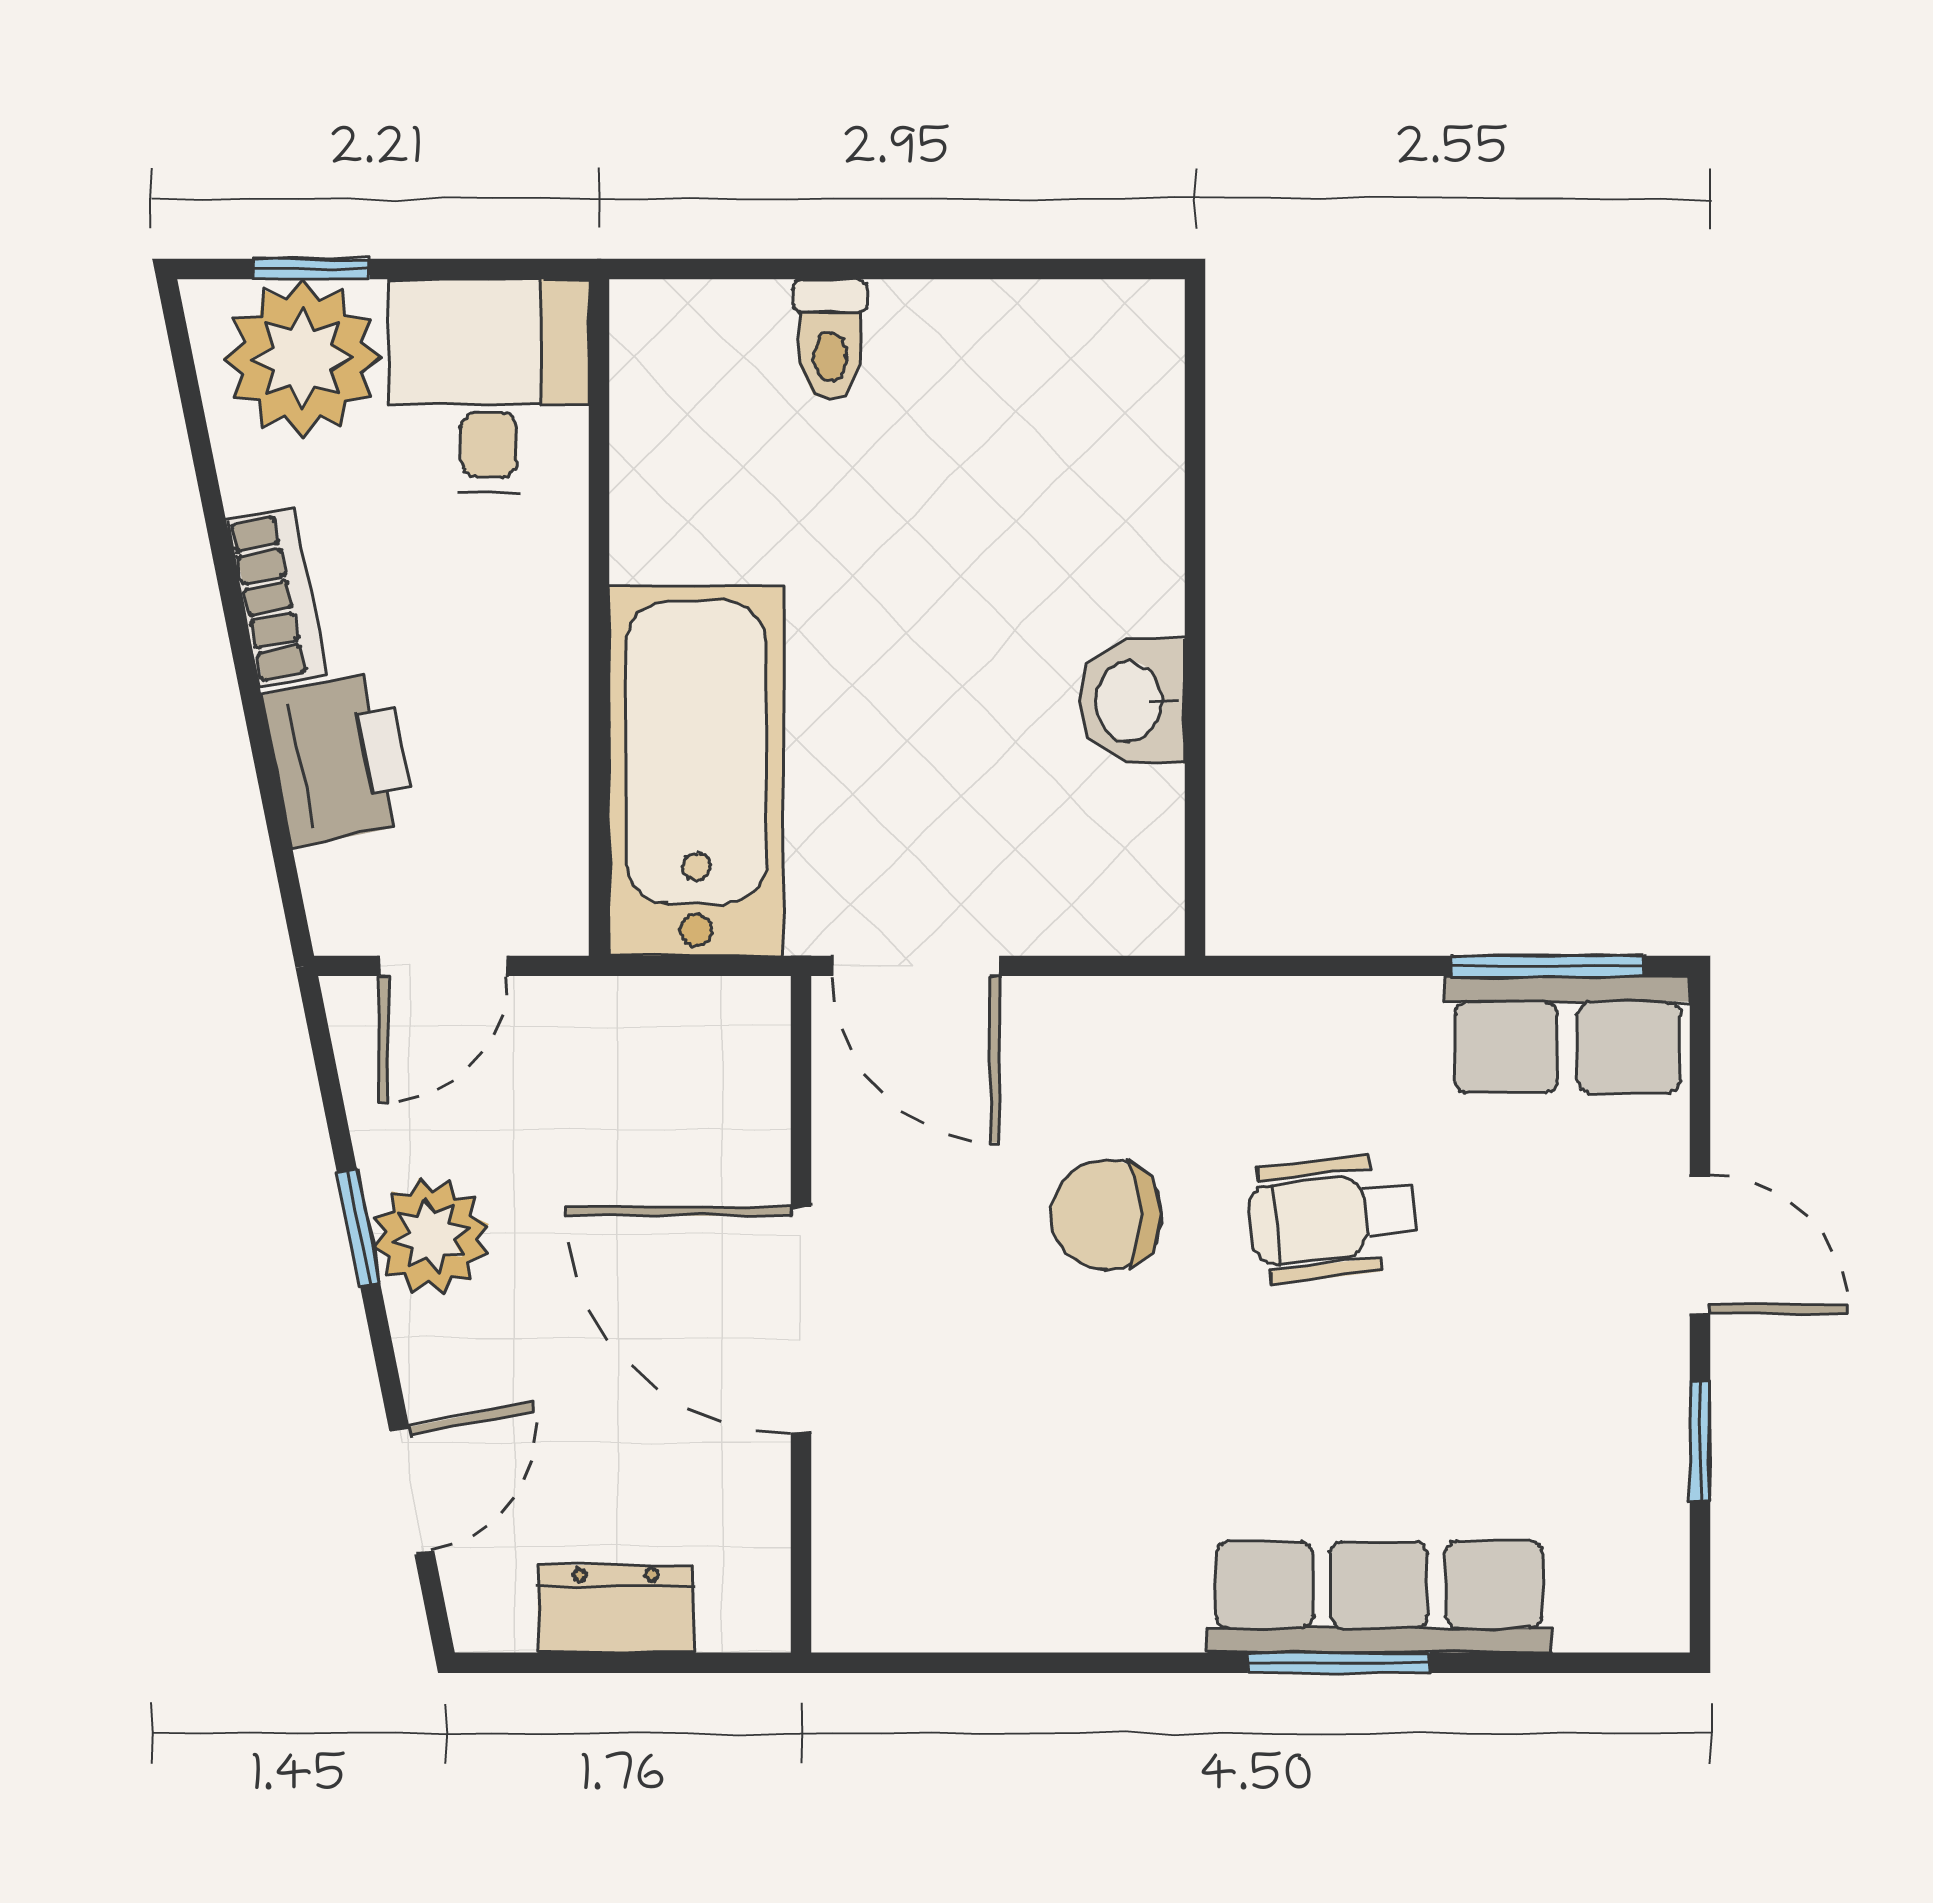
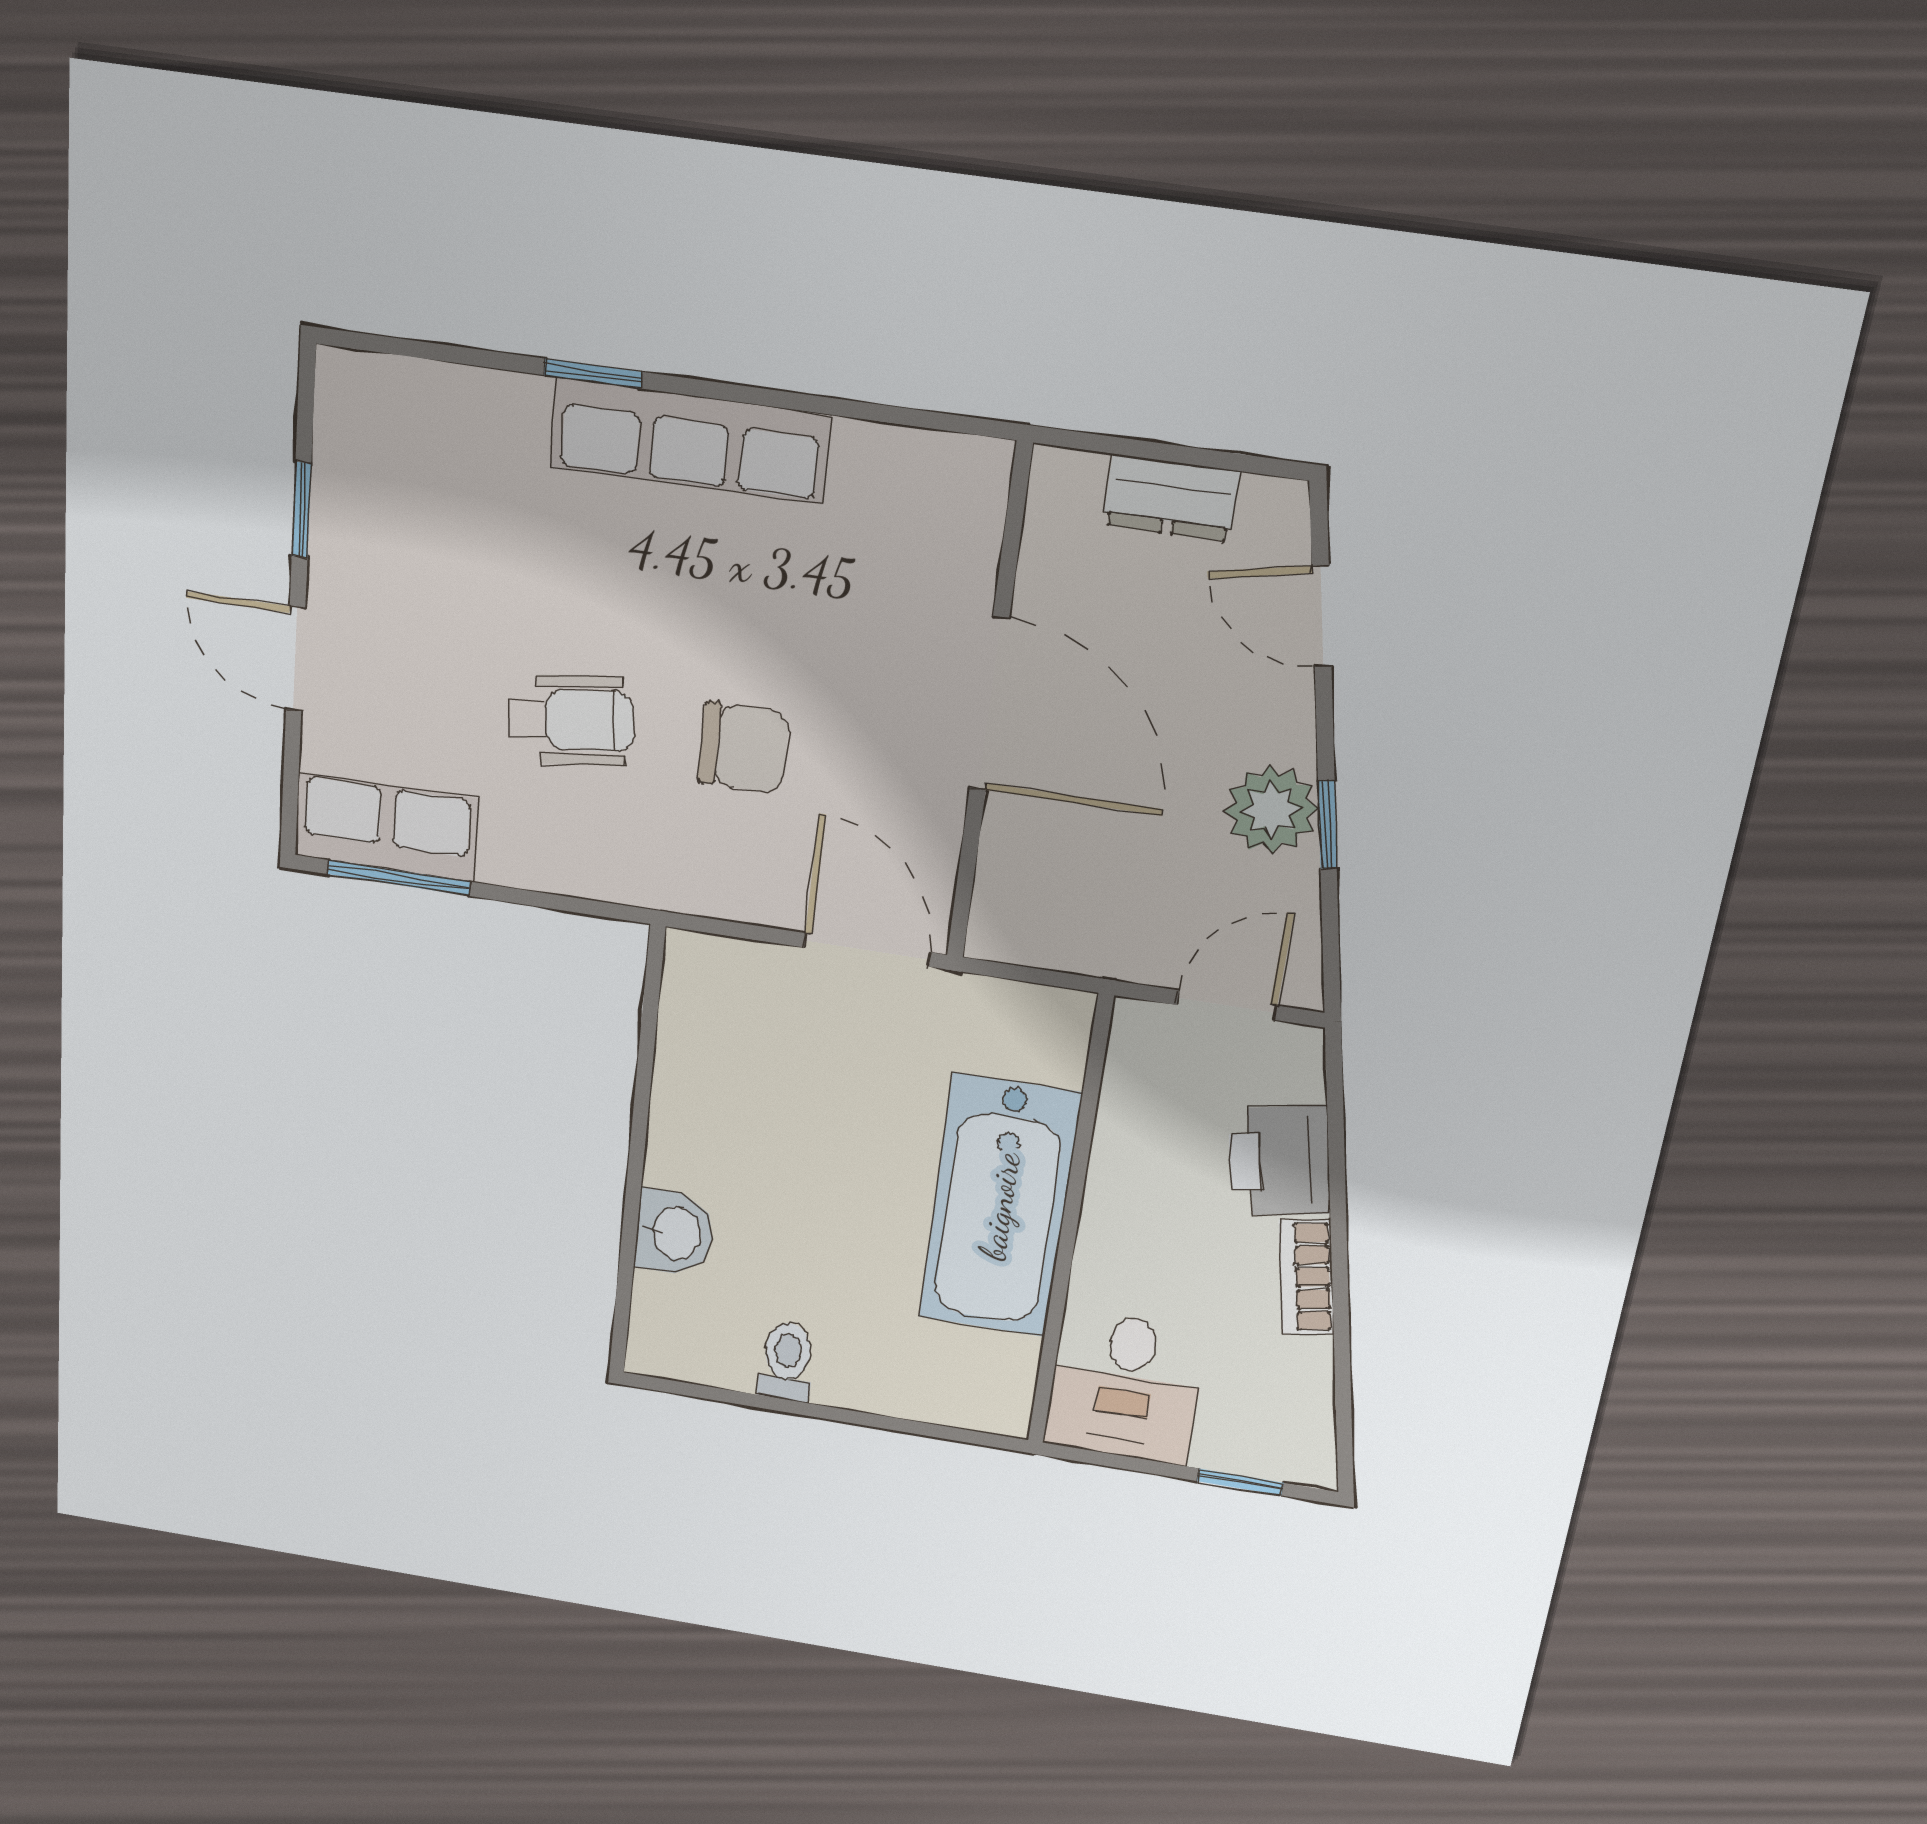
toilet: (830, 339) -> (787, 1361), moved
plant: (302, 358) -> (1257, 1428), removed
washbasin: (1132, 701) -> (675, 1233), moved
bathtub: (696, 771) -> (999, 1206), moved
door: (412, 1491) -> (1322, 616), hinge flipped
row of seats: (1379, 1597) -> (690, 441), moved
window: (1339, 1663) -> (593, 373), width x0.67

